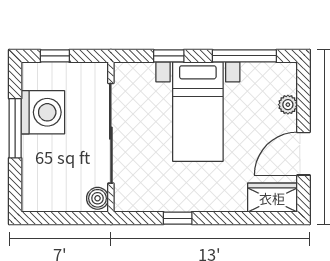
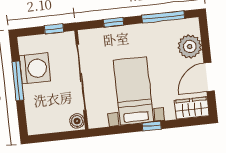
window: (55, 56) -> (54, 29), moved
plant: (288, 105) -> (190, 46), width x1.87, depth x1.87
bed with nightstands: (198, 112) -> (133, 91), moved, turned 180
window: (178, 218) -> (152, 126), moved

